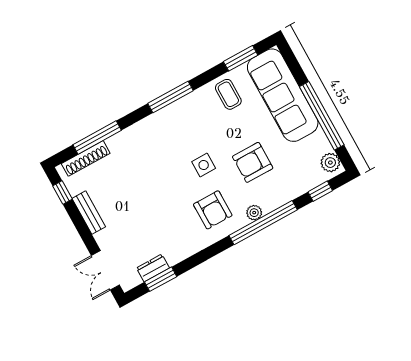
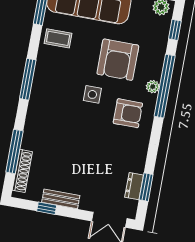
armchair: (253, 162) -> (118, 60), width x1.36, depth x1.36
window: (62, 193) -> (47, 208), moved

